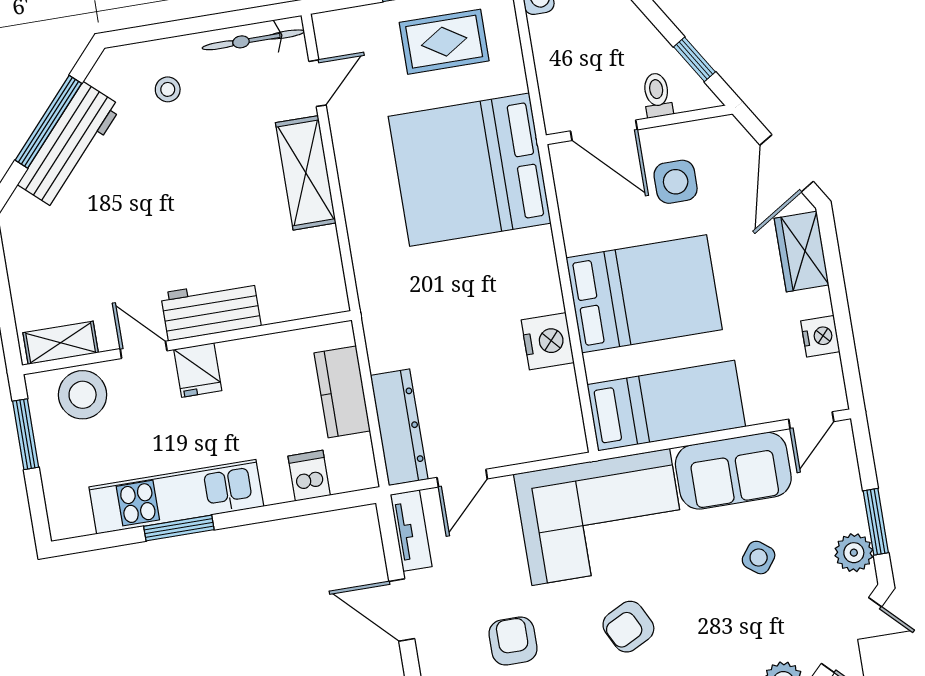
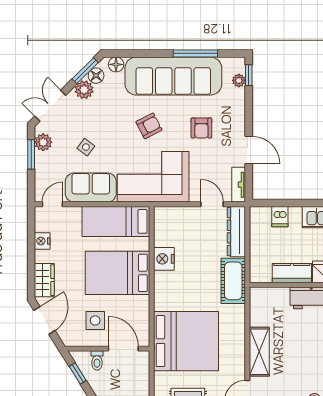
cot: (388, 318) -> (233, 281), added
kitchen counter: (342, 392) -> (292, 273), moved, turned -90
door: (462, 478) -> (212, 204), hinge flipped

